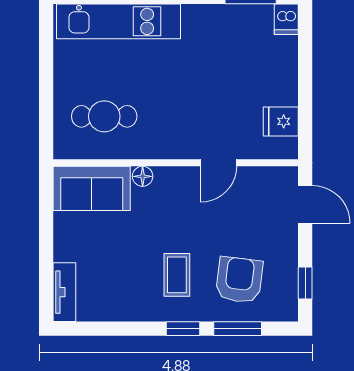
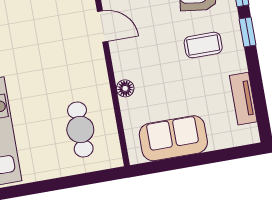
sofa: (92, 188) -> (173, 138), moved, turned -90
tv unit: (64, 292) -> (243, 99), moved, turned -90

